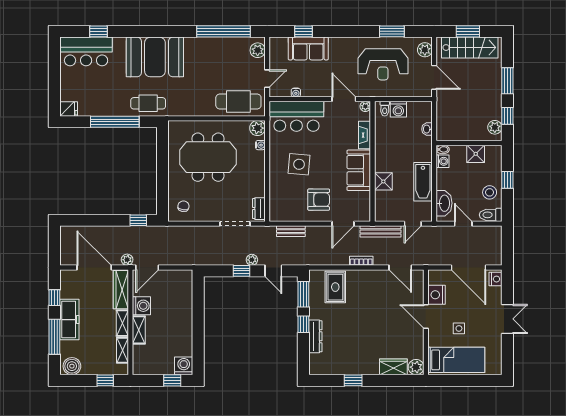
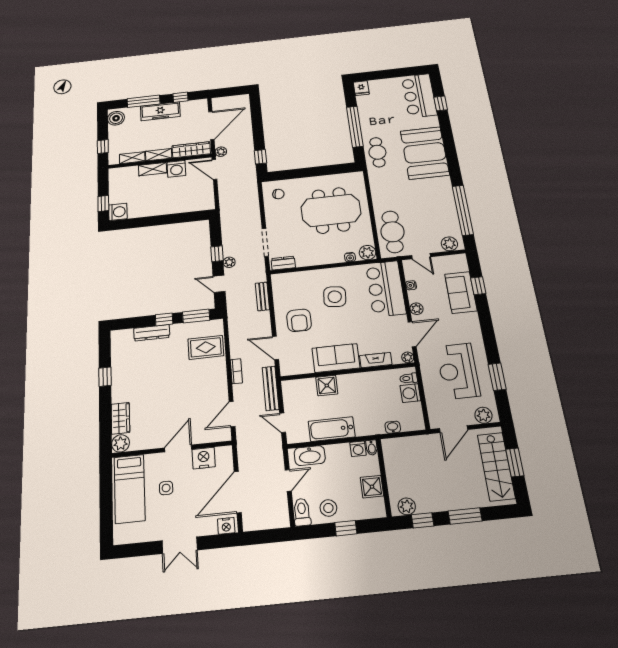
plant: (320, 91) -> (416, 309), added
meeting table: (208, 157) -> (331, 210), turned 90
door: (273, 271) -> (219, 284), hinge flipped

